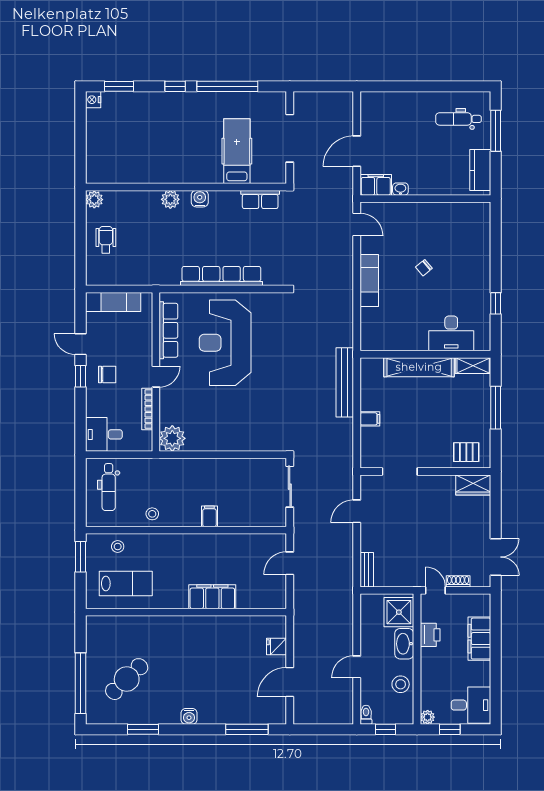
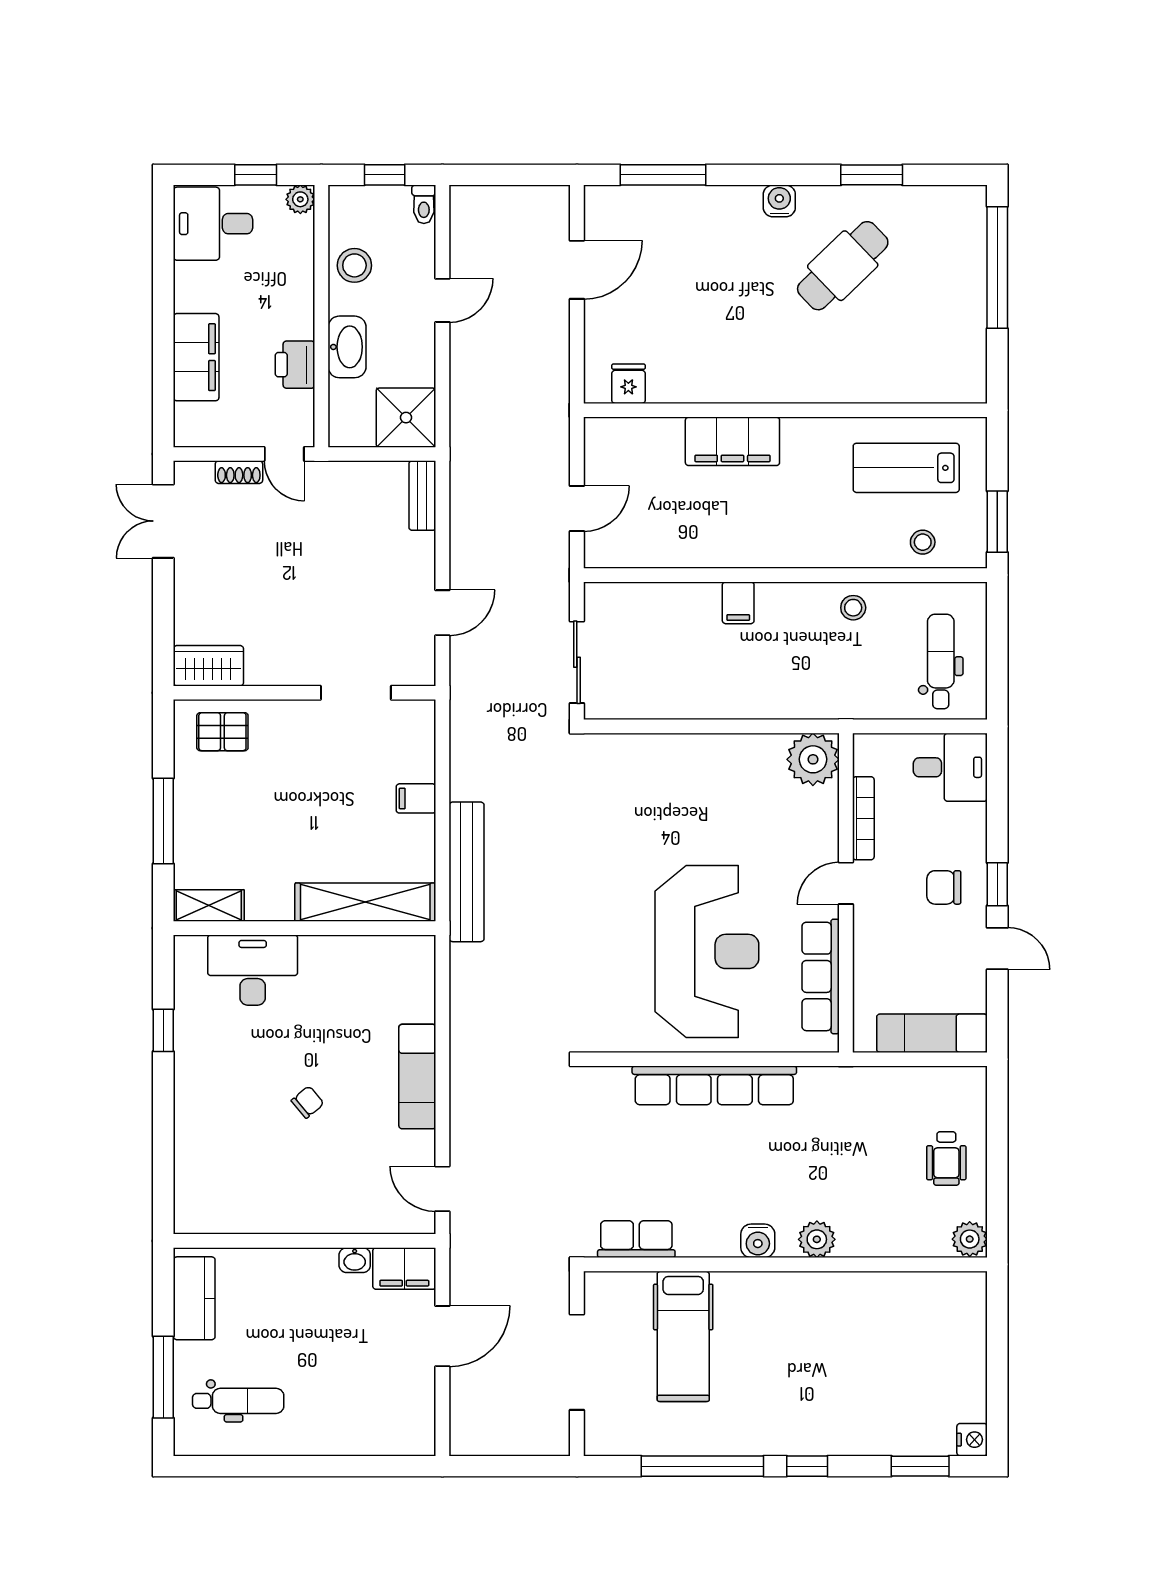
shelving: (419, 367) -> (365, 902), moved
shower: (399, 612) -> (406, 418), moved
fridge: (277, 647) -> (628, 384), moved, turned -90
cafe table: (127, 679) -> (843, 266), moved

